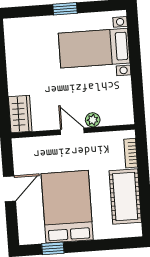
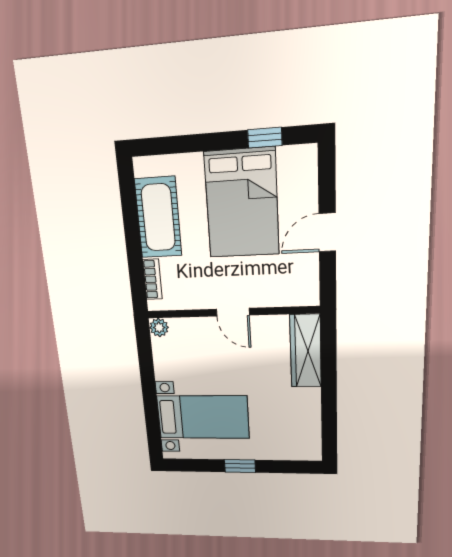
wardrobe: (20, 114) -> (306, 351), width x1.50
plant: (93, 120) -> (159, 327), moved

